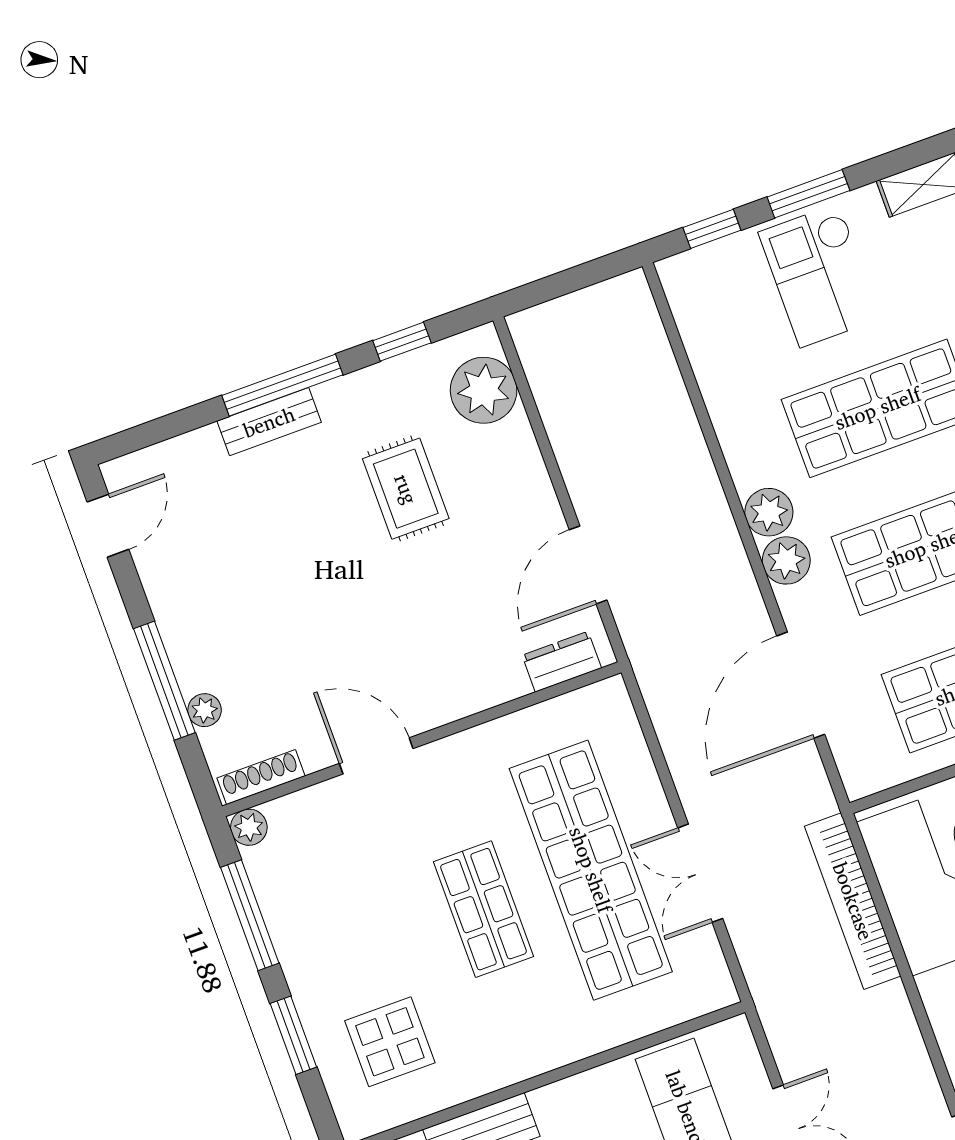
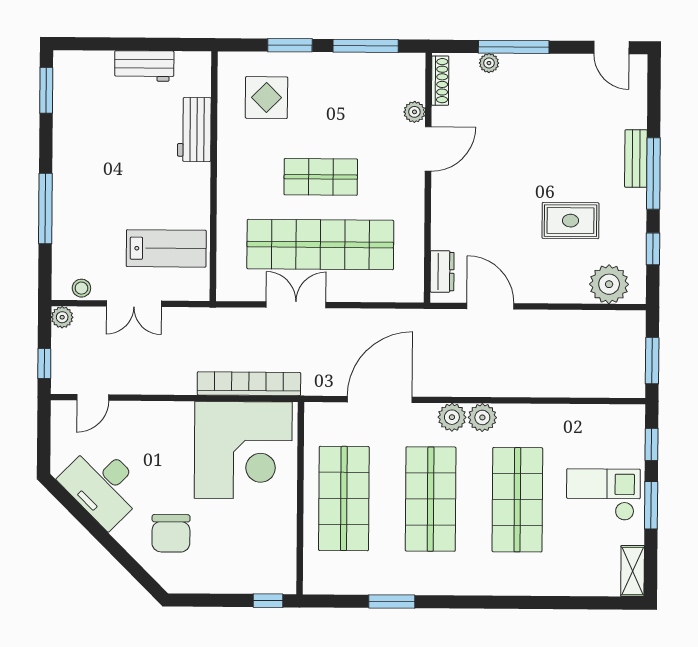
window: (579, 277) -> (652, 361), added
door: (801, 685) -> (380, 399), hinge flipped
plant: (249, 827) -> (414, 112), moved

